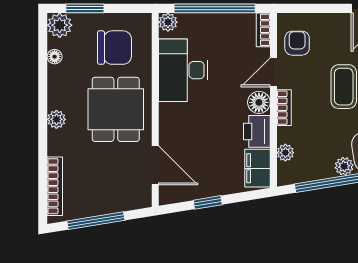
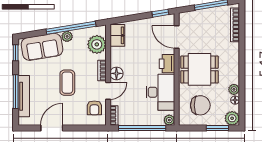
chair: (114, 48) -> (200, 105), turned 180
dining table: (116, 109) -> (200, 69), turned 90
plant: (56, 119) -> (234, 89), moved
printer: (257, 131) -> (167, 64), moved, turned 180
plant: (285, 153) -> (97, 44), width x1.87, depth x1.87
window: (208, 202) -> (160, 13), moved

